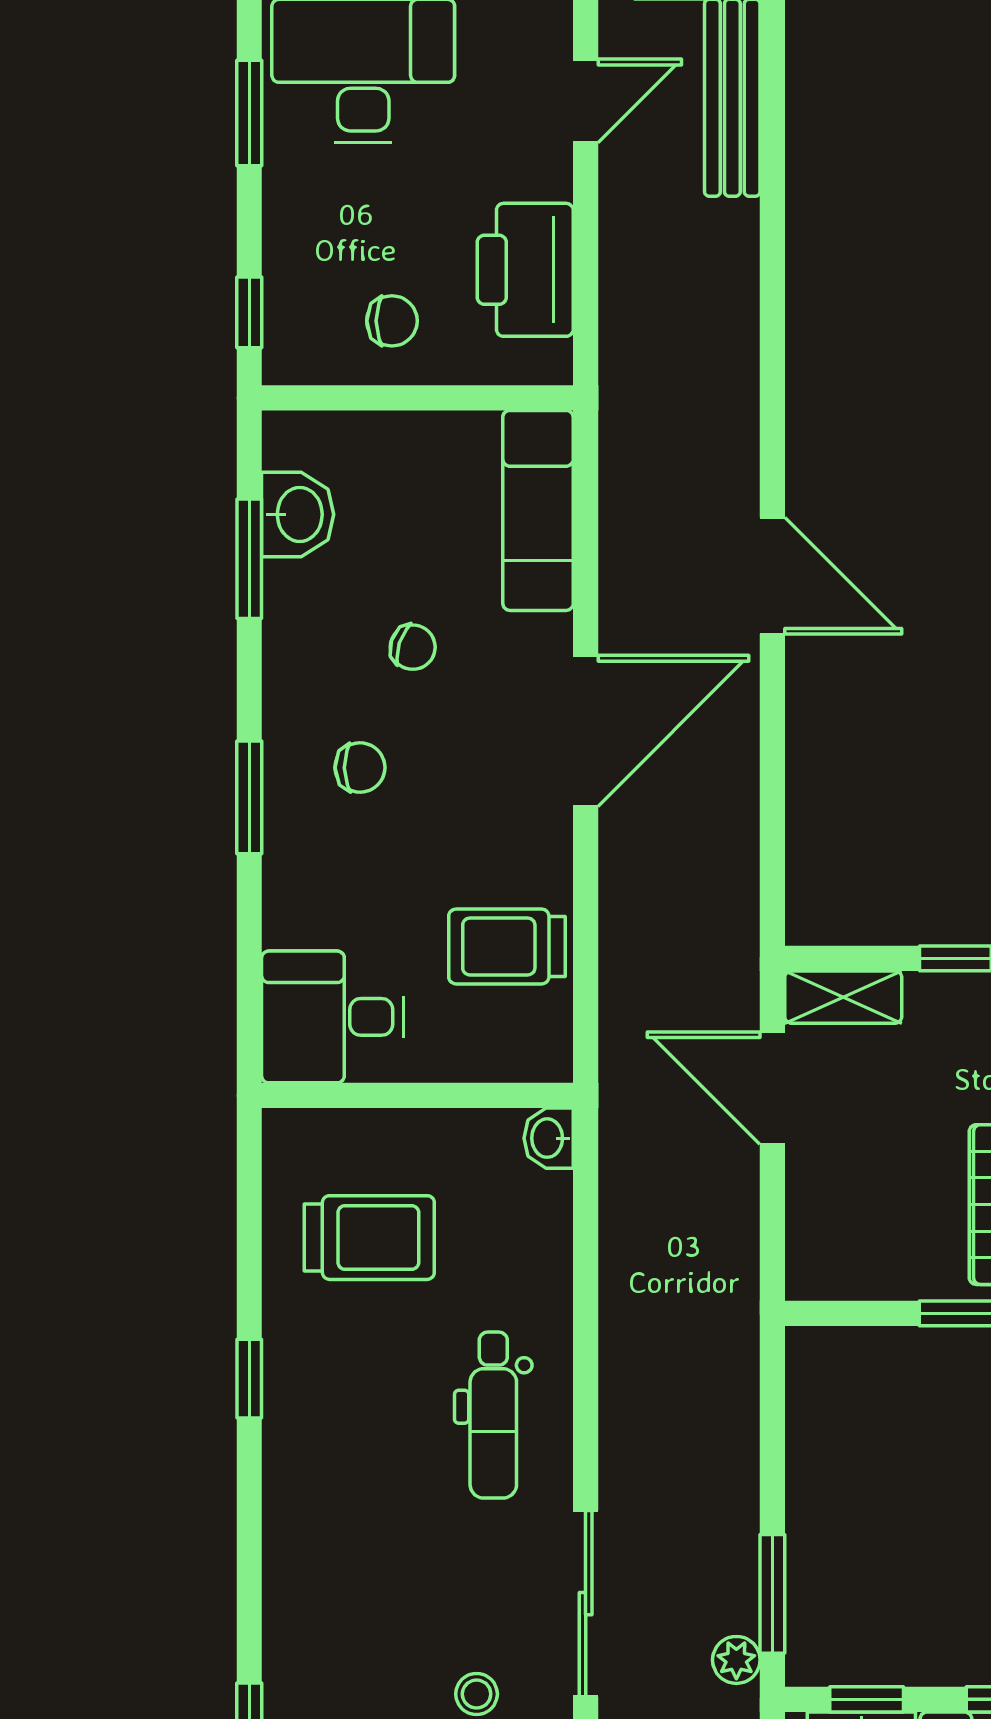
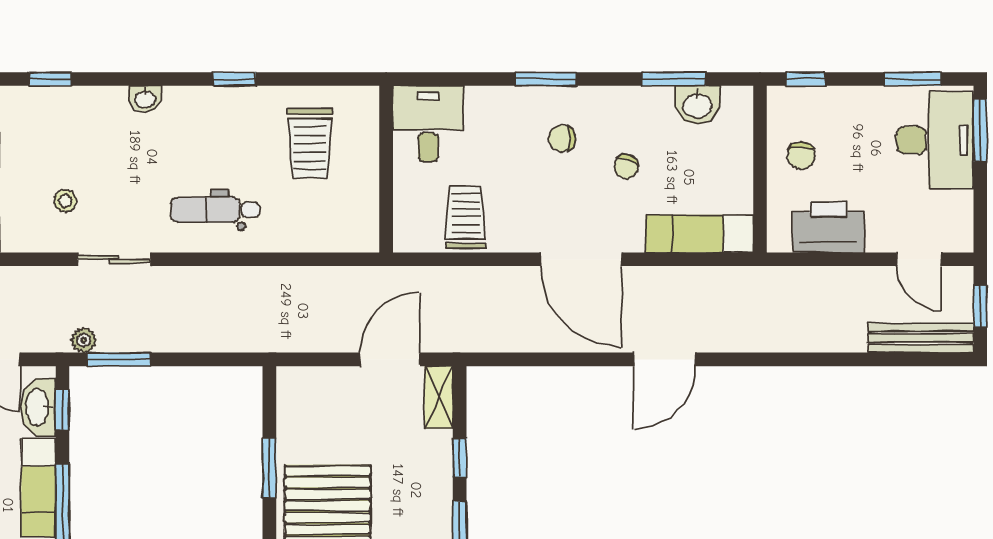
chair: (360, 768) -> (562, 138), turned 91
washbasin: (549, 1138) -> (145, 99), moved, turned 180
sliding door: (586, 1604) -> (114, 259), width x0.73

